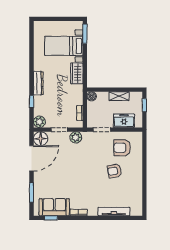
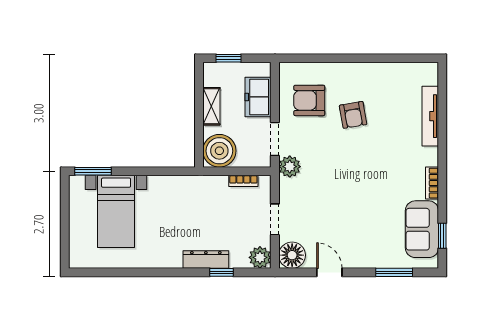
wardrobe: (77, 73) -> (168, 187), removed
dresser: (38, 83) -> (206, 260), moved
boiler: (92, 96) -> (219, 151), width x1.86, depth x1.86
plant: (76, 137) -> (290, 167), moved
armchair: (122, 148) -> (309, 100), turned 90
door: (32, 158) -> (329, 272), width x0.53

